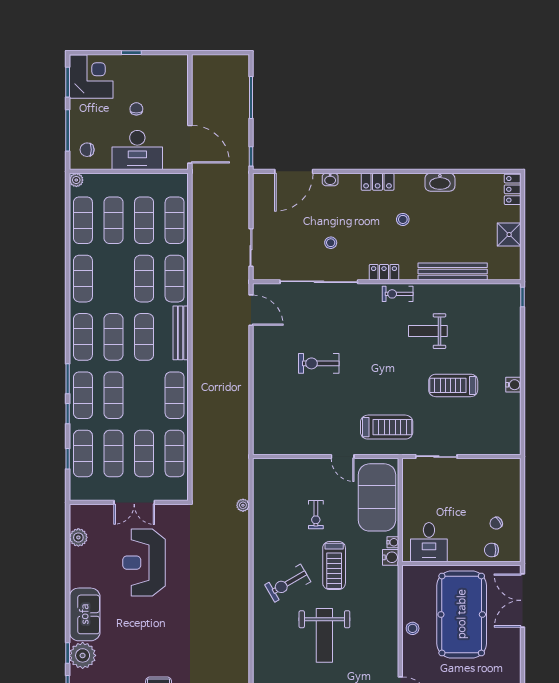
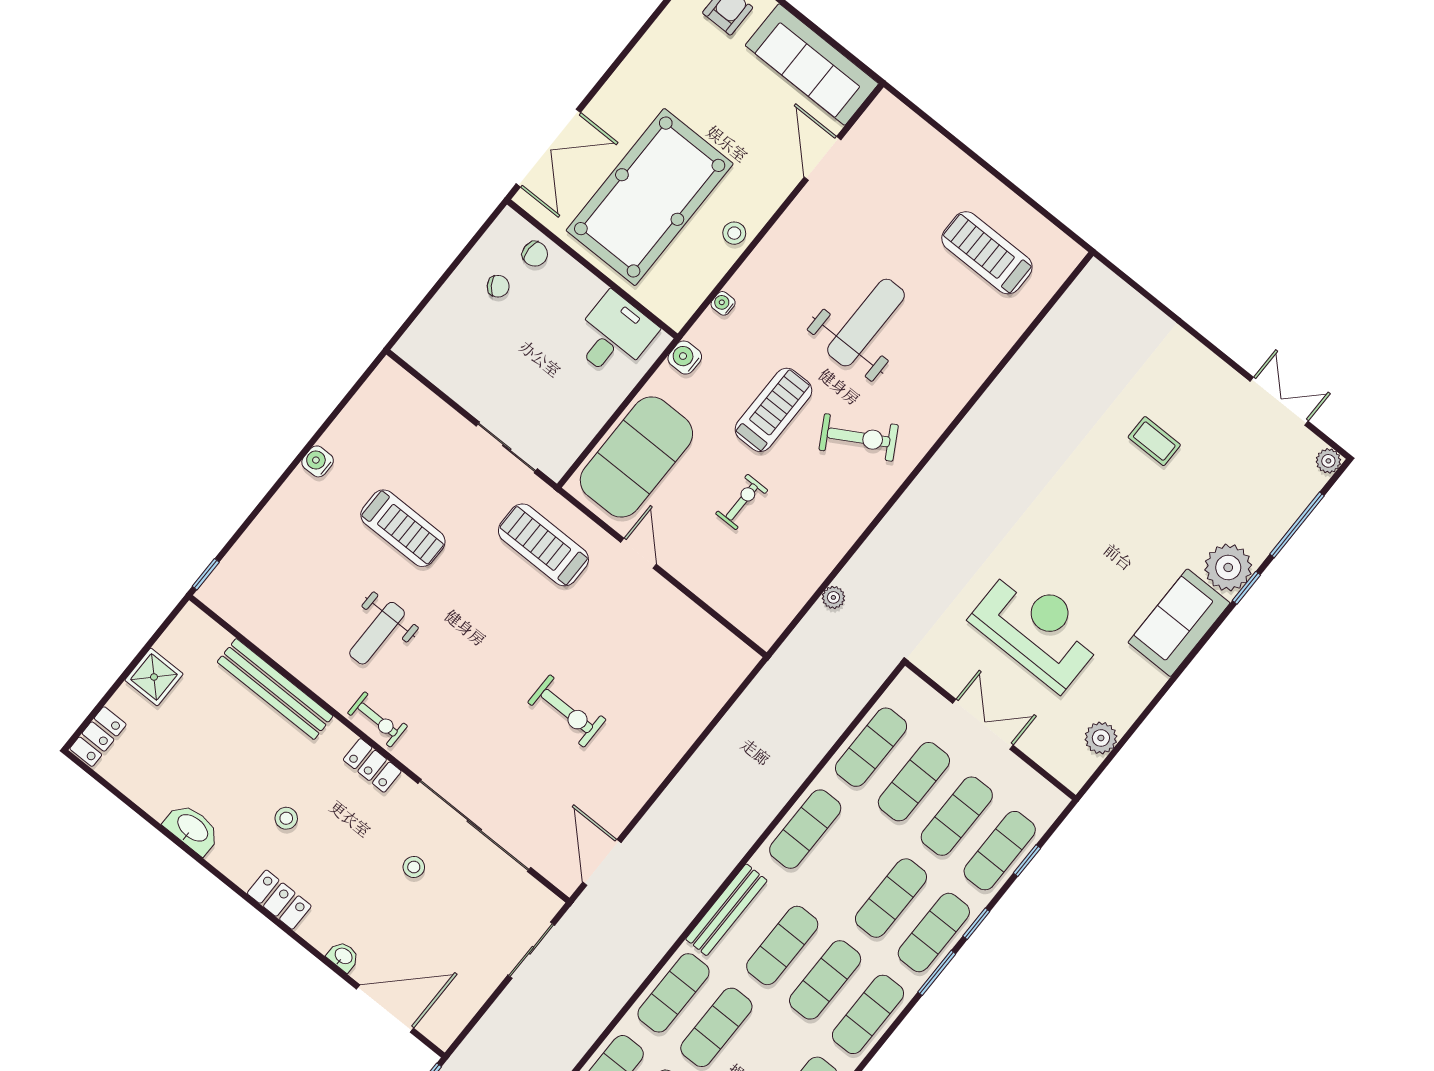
weight bench: (428, 331) -> (377, 633), turned 90
water cooler: (393, 542) -> (723, 303), moved
reception desk: (144, 563) -> (1037, 629), turned -90

